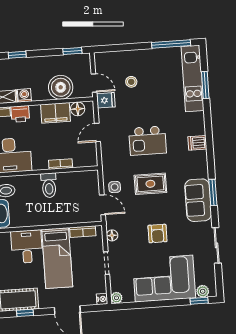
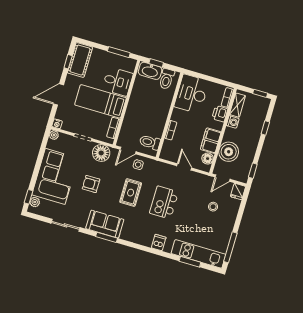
fridge: (106, 100) -> (238, 192), moved
dishwasher: (197, 143) -> (159, 243), moved
toilet: (49, 185) -> (150, 142), moved
floor lamp: (112, 235) -> (101, 153), width x1.89, depth x1.89

